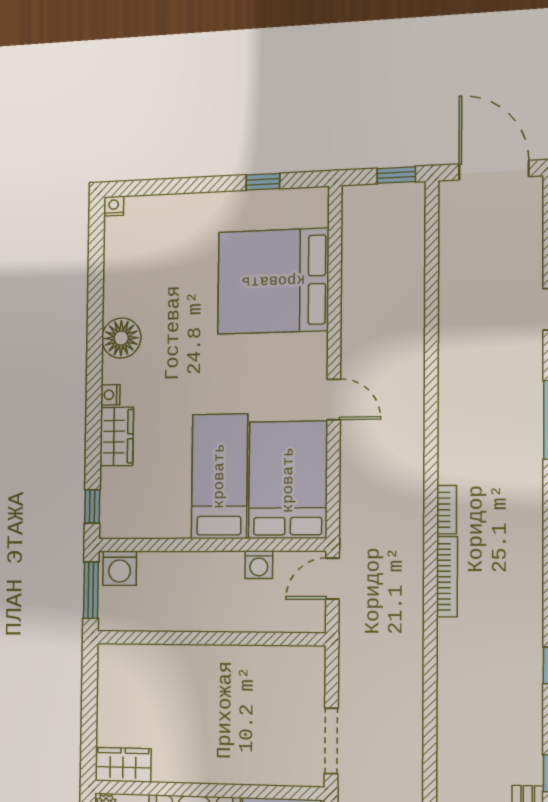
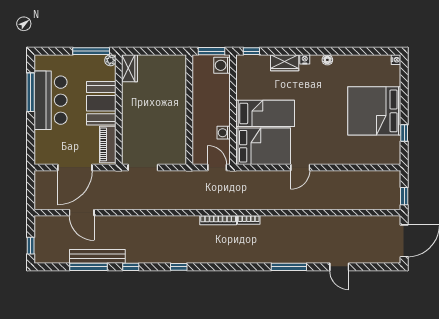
bed: (273, 281) -> (374, 111), moved, turned -90
floor lamp: (121, 338) -> (327, 60), width x0.53, depth x0.53

